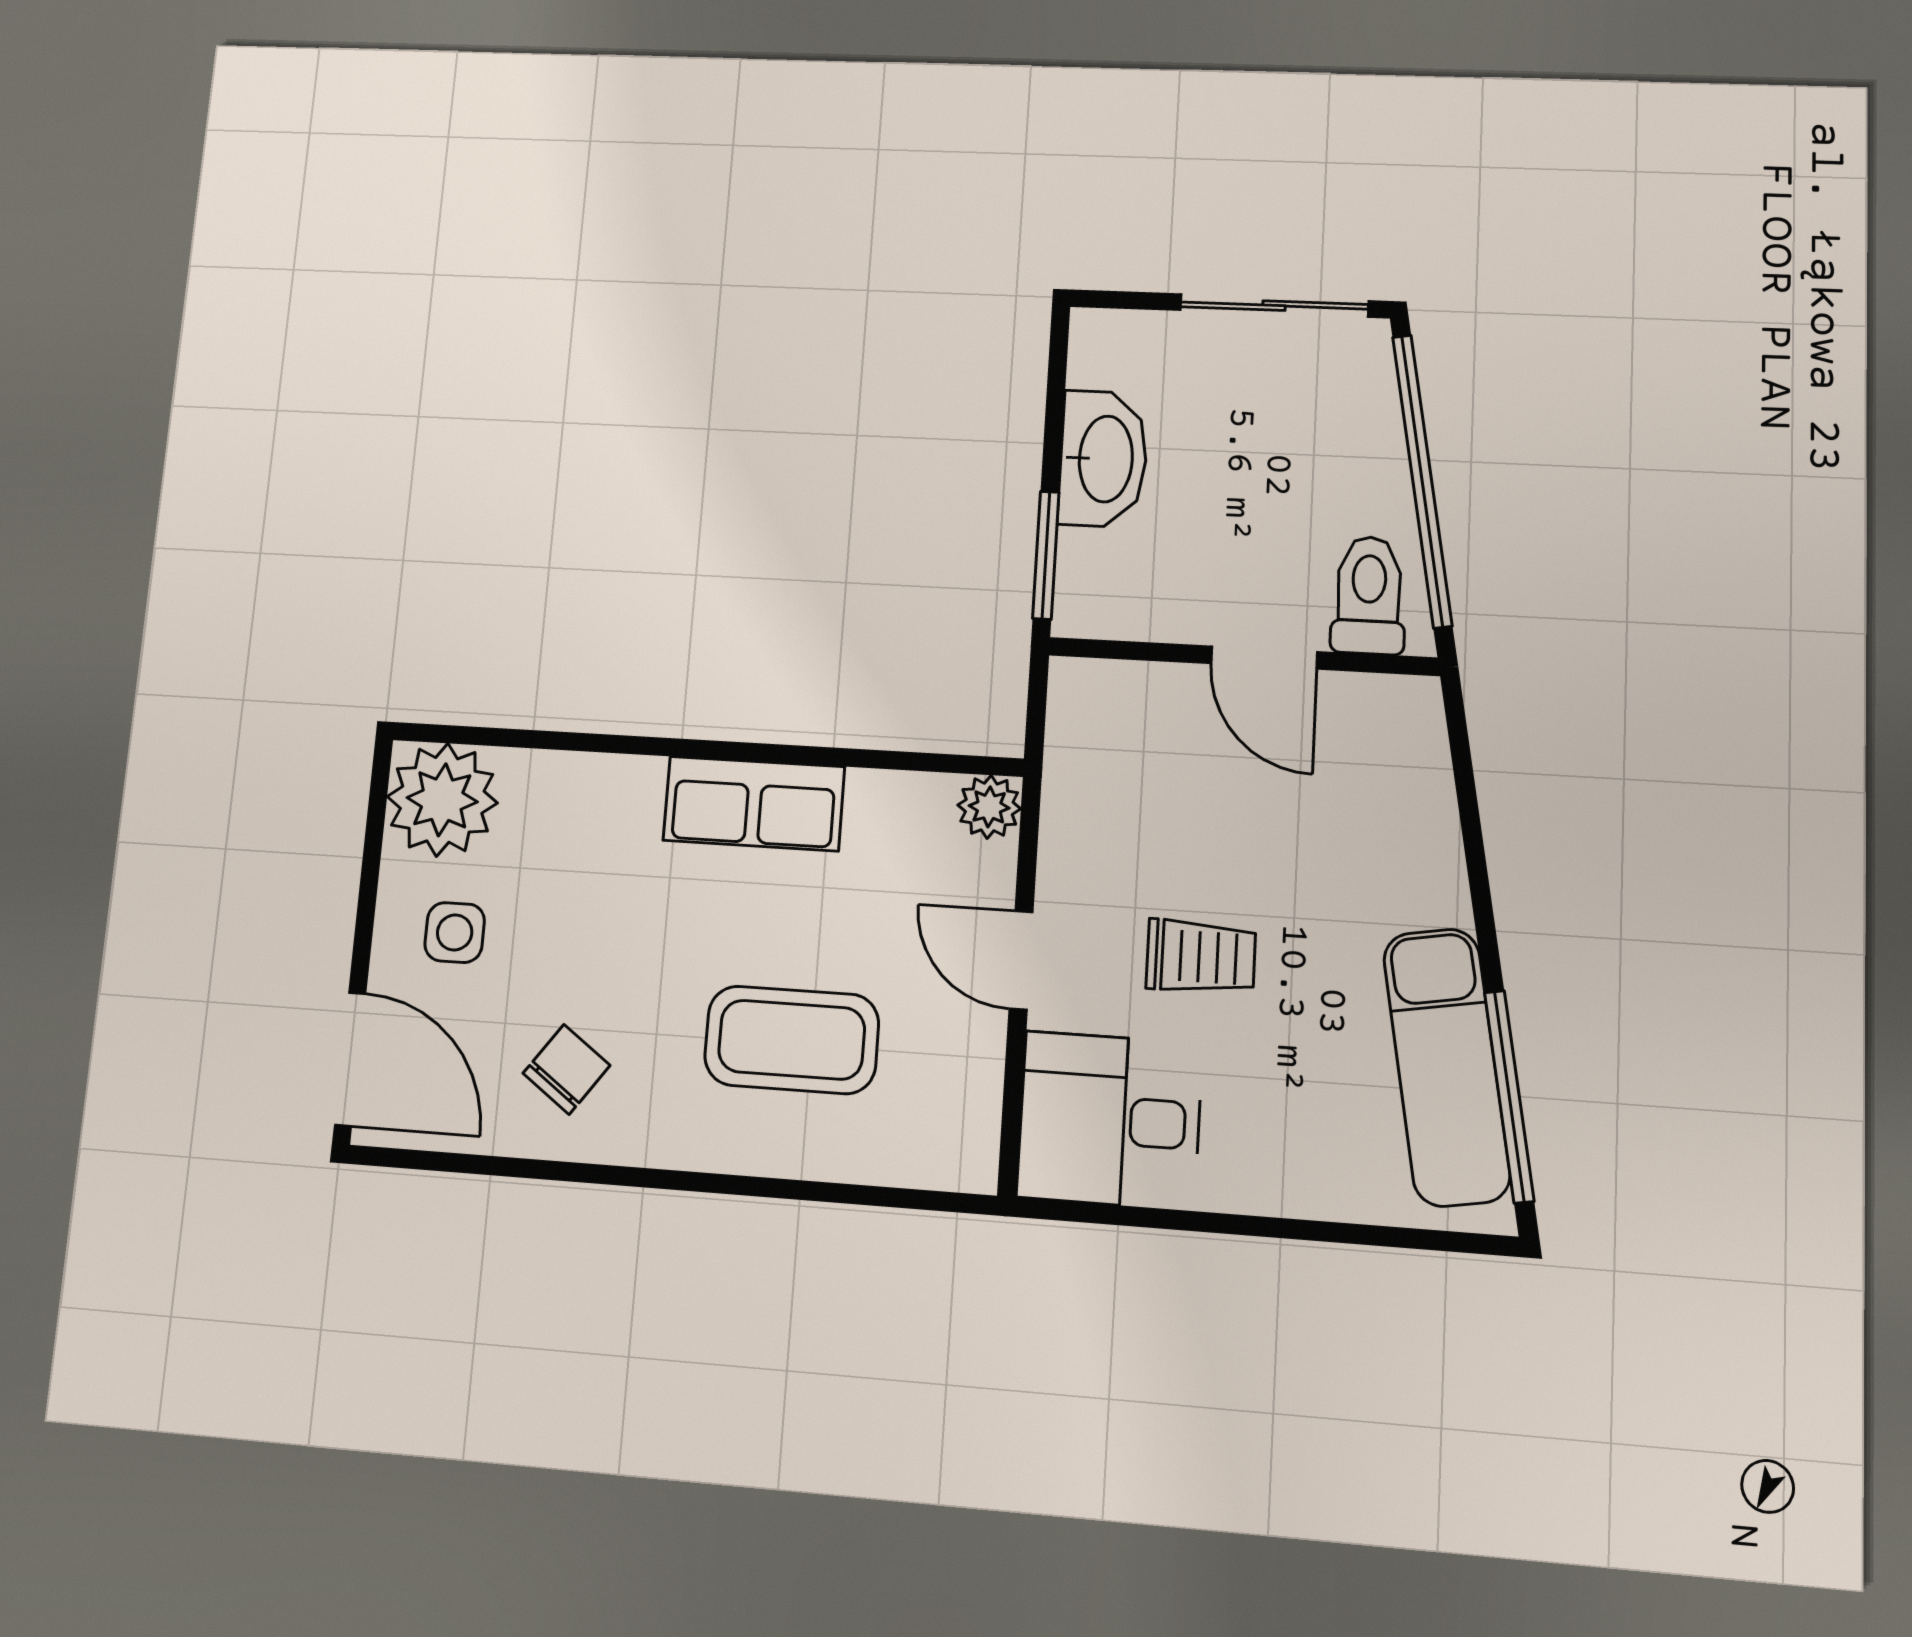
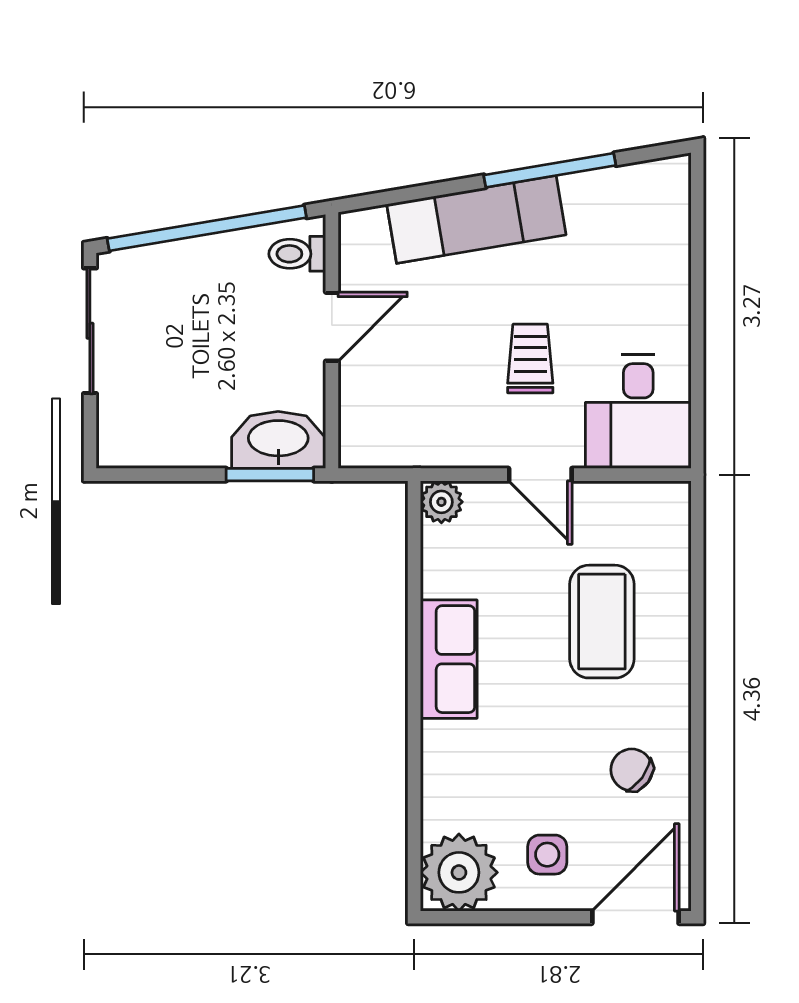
washbasin: (1103, 459) -> (278, 440), moved
toilet: (1369, 595) -> (297, 254), width x0.73, depth x0.72
door: (1021, 960) -> (540, 475), hinge flipped
exam couch: (1446, 1067) -> (476, 219), moved
window: (1509, 1096) -> (550, 170), moved

